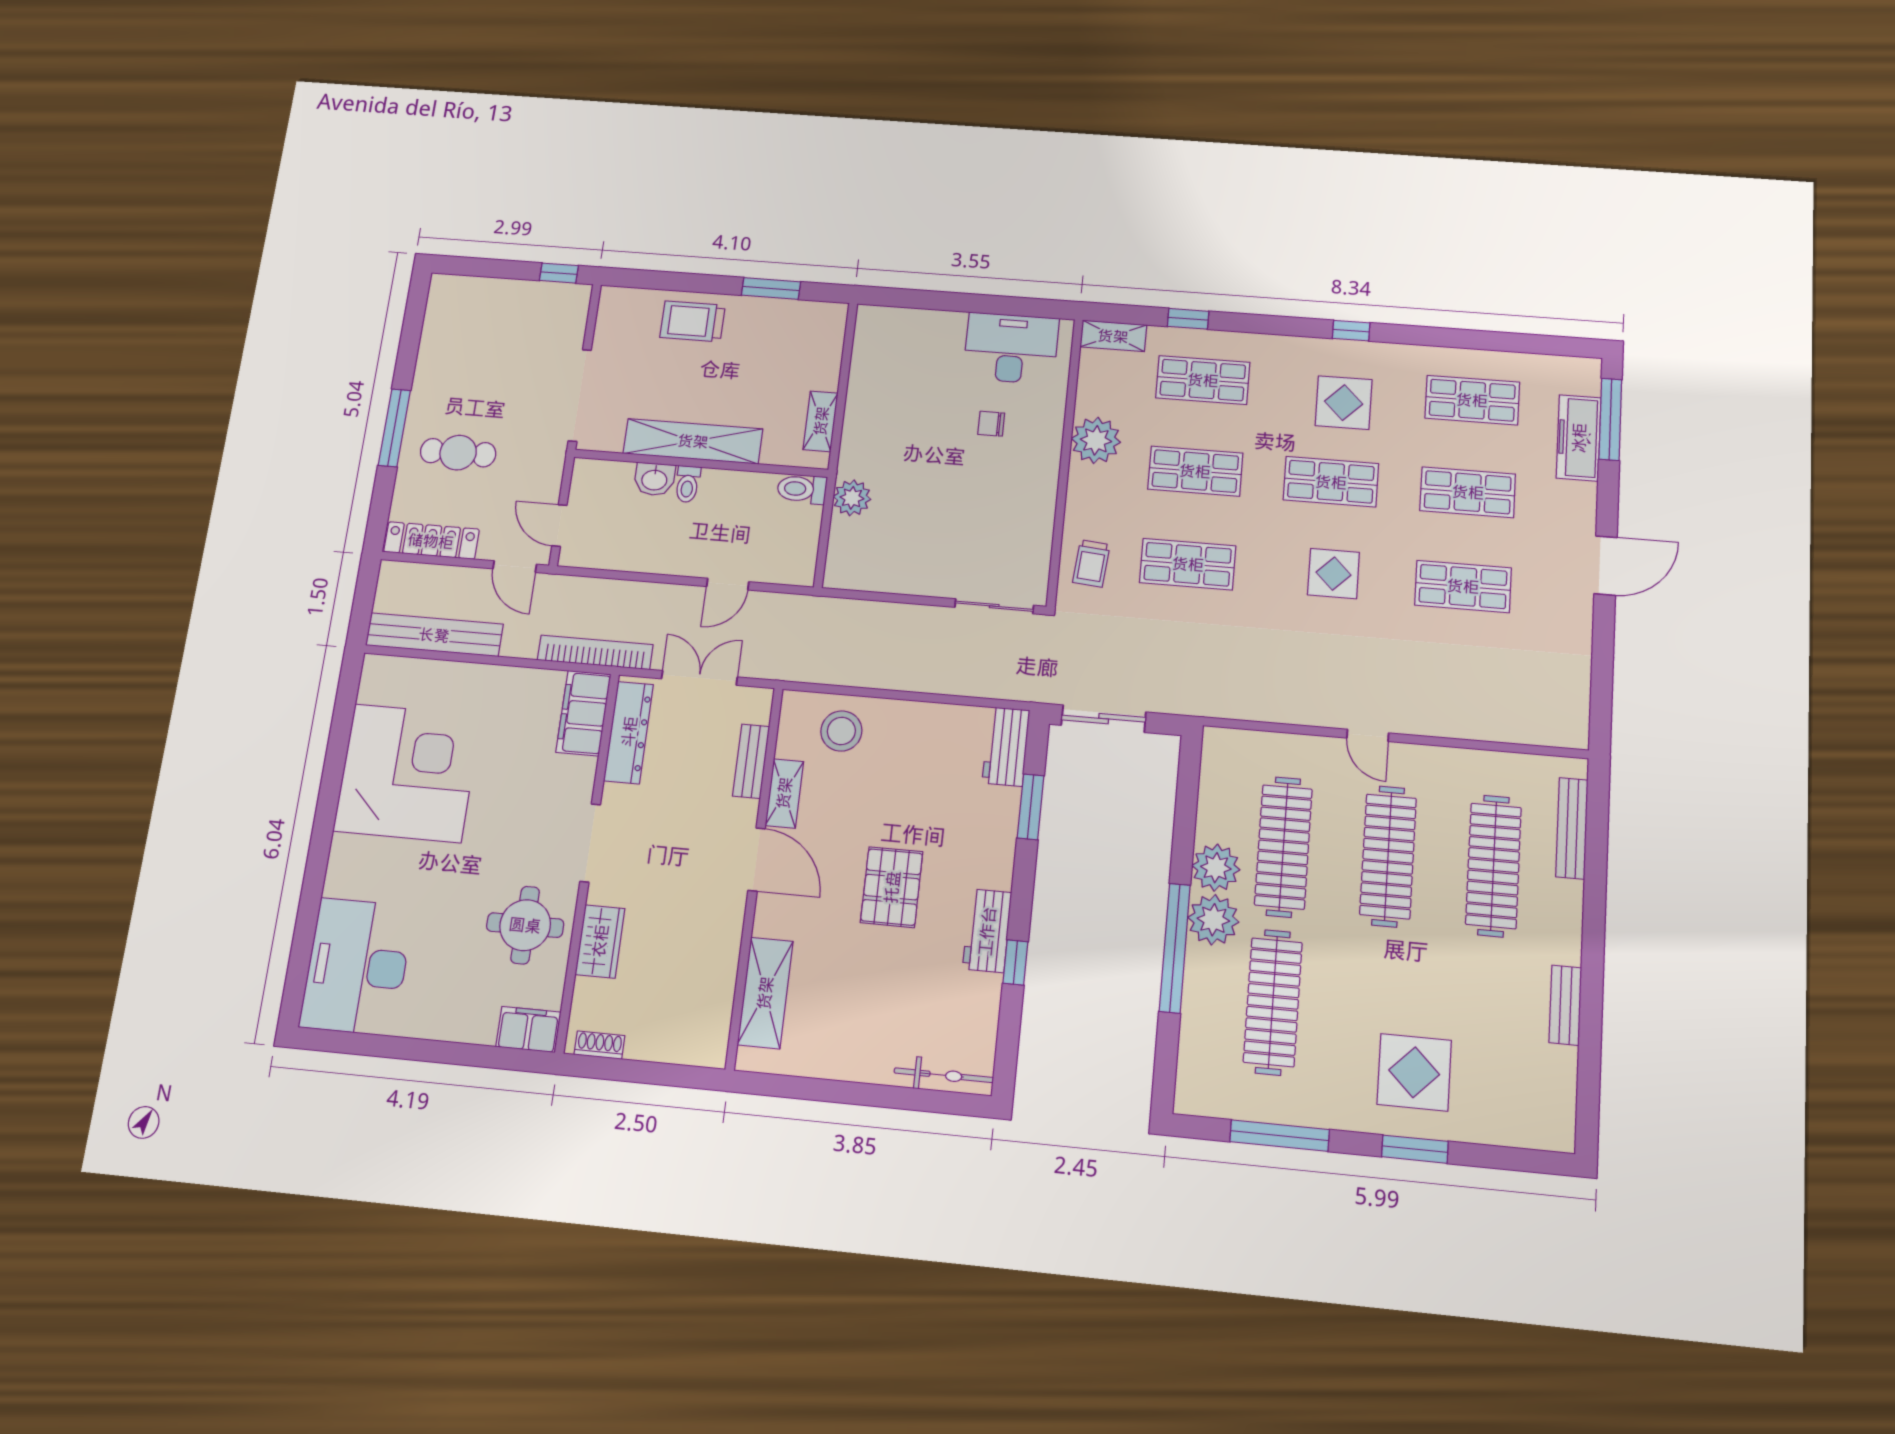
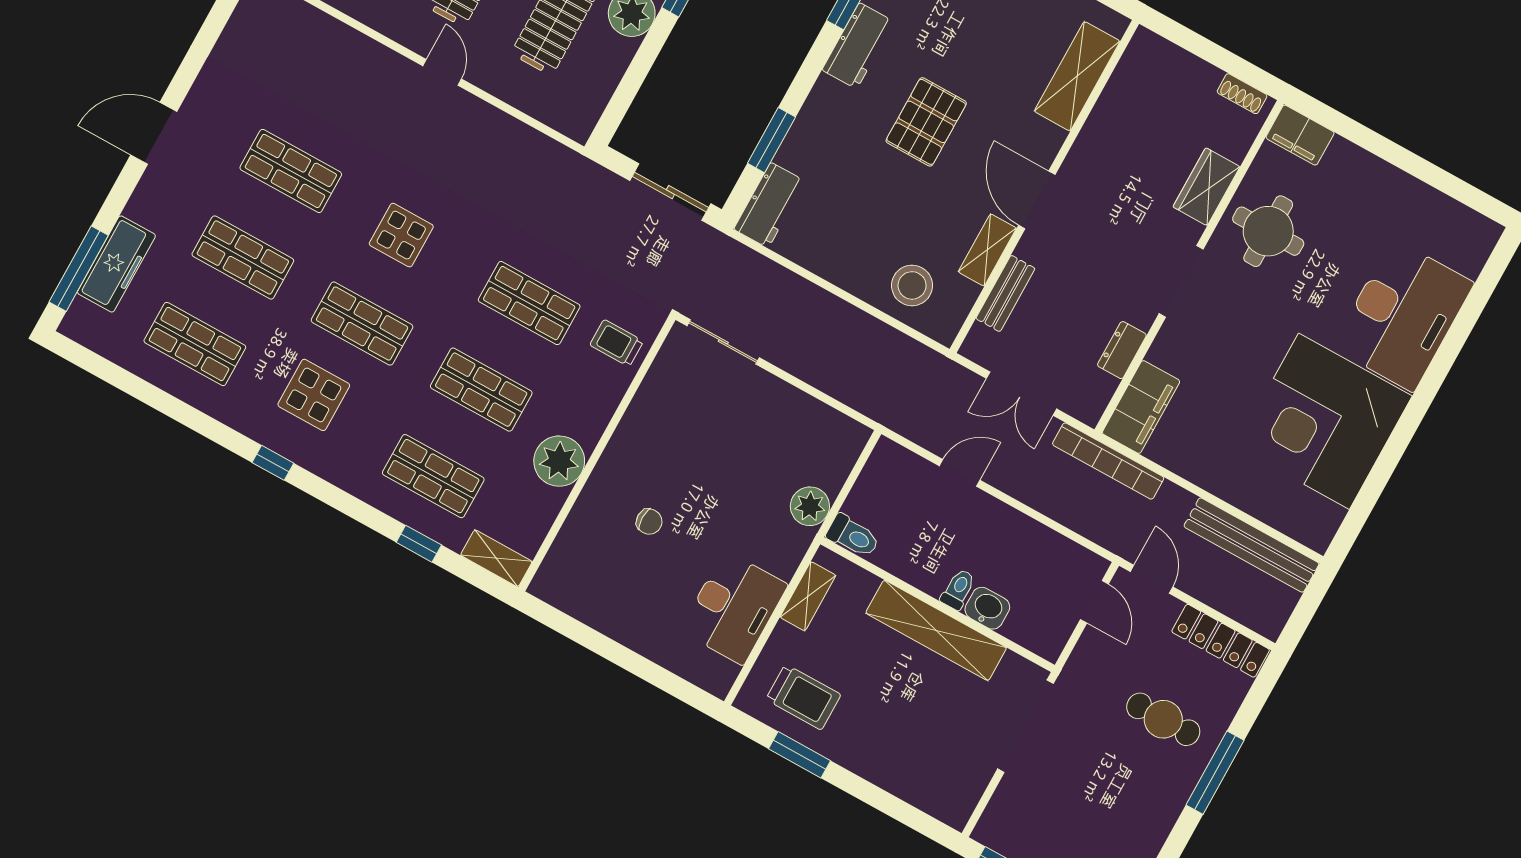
trolley: (693, 321) -> (803, 697), moved
desk: (1011, 348) -> (734, 608), moved, turned -90
trolley: (1091, 564) -> (617, 343), turned -95
dresser: (629, 732) -> (1122, 350), width x0.51, depth x0.80
desk: (357, 966) -> (1403, 315), moved

